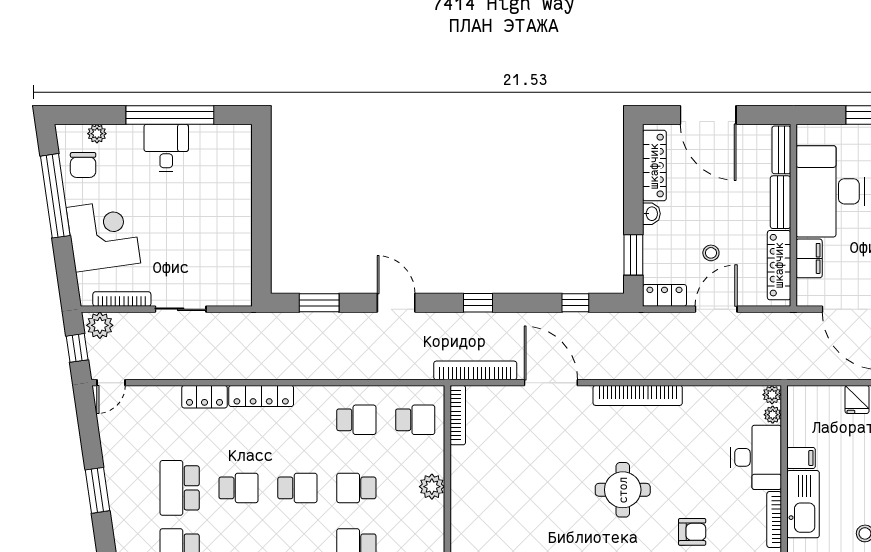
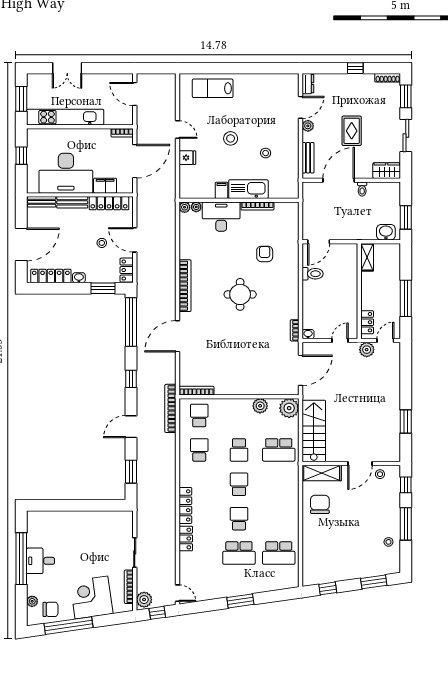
window: (575, 303) -> (131, 322), width x3.17
bookcase: (475, 370) -> (170, 408), moved
plant: (432, 487) -> (260, 406), moved

